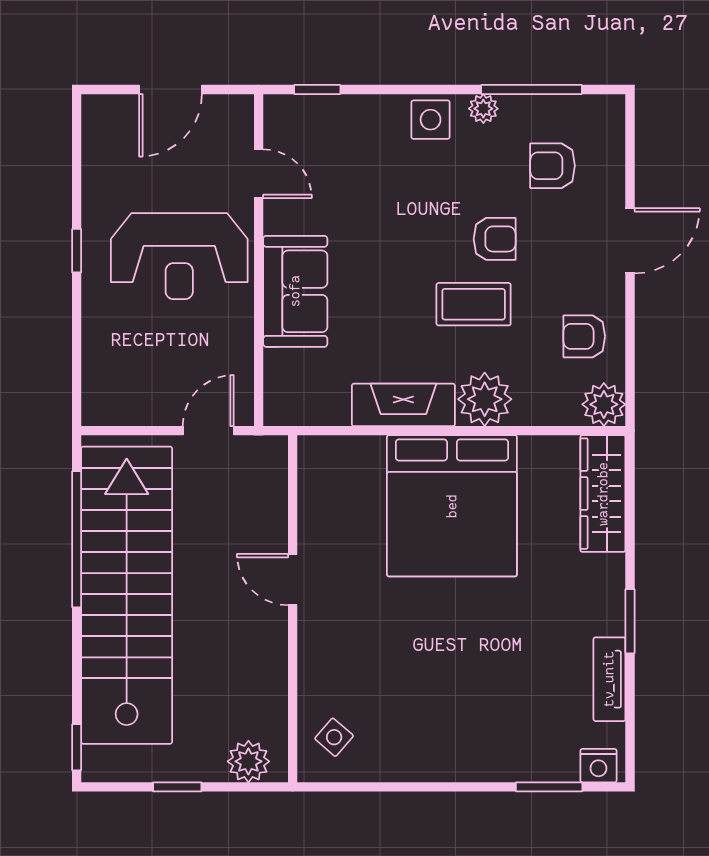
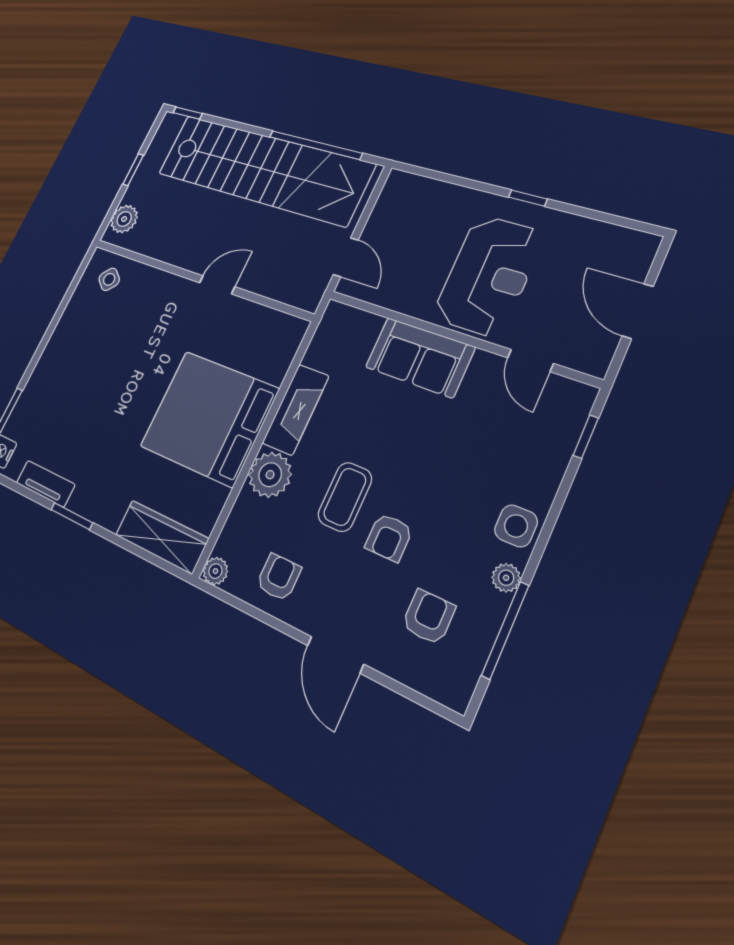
door: (259, 174) -> (530, 361), hinge flipped
reception desk: (179, 256) -> (488, 275), turned 180
plant: (604, 404) -> (215, 571), width x0.73, depth x0.73

